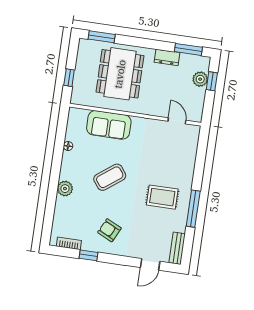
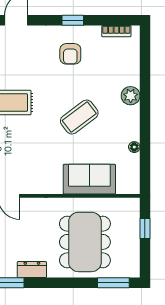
armchair: (109, 230) -> (70, 54), turned 64
window: (89, 255) -> (73, 20), moved

